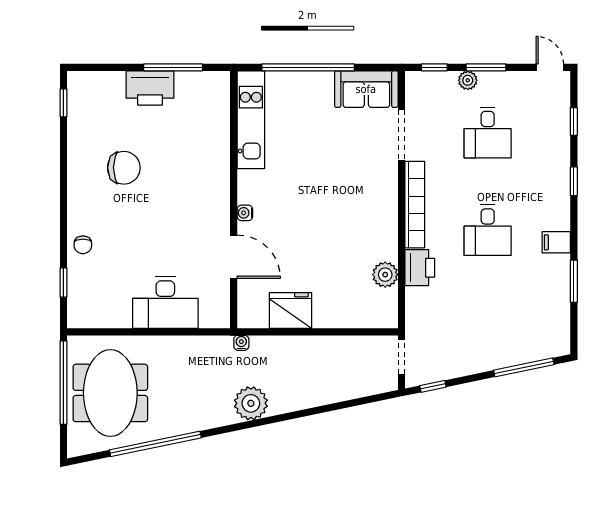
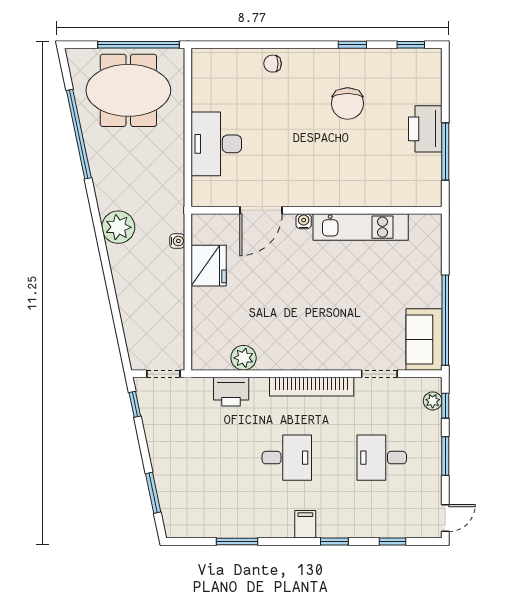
window: (308, 67) -> (445, 320), moved
plant: (468, 80) -> (433, 401), moved
kitchen unit: (251, 120) -> (361, 227), moved
doorway: (401, 135) -> (379, 374), width x0.73
desk: (488, 230) -> (287, 458), turned 180
filing cabinet: (556, 242) -> (305, 524), moved
printer: (420, 268) -> (231, 392), moved
window: (63, 282) -> (352, 45), moved
water cooler: (241, 343) -> (177, 241), moved
window: (524, 367) -> (153, 493), width x0.69

